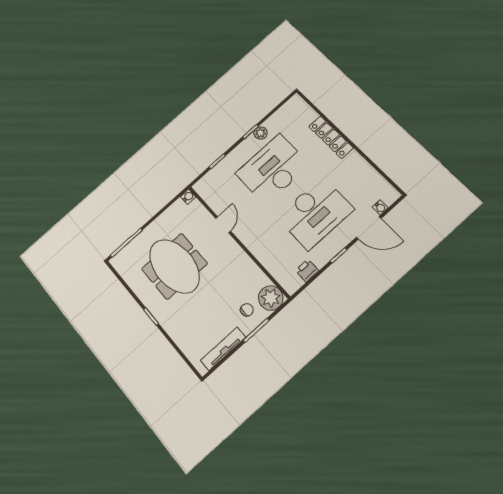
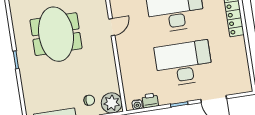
water cooler: (380, 207) -> (137, 105), moved
desk: (315, 213) -> (184, 63), turned 180

